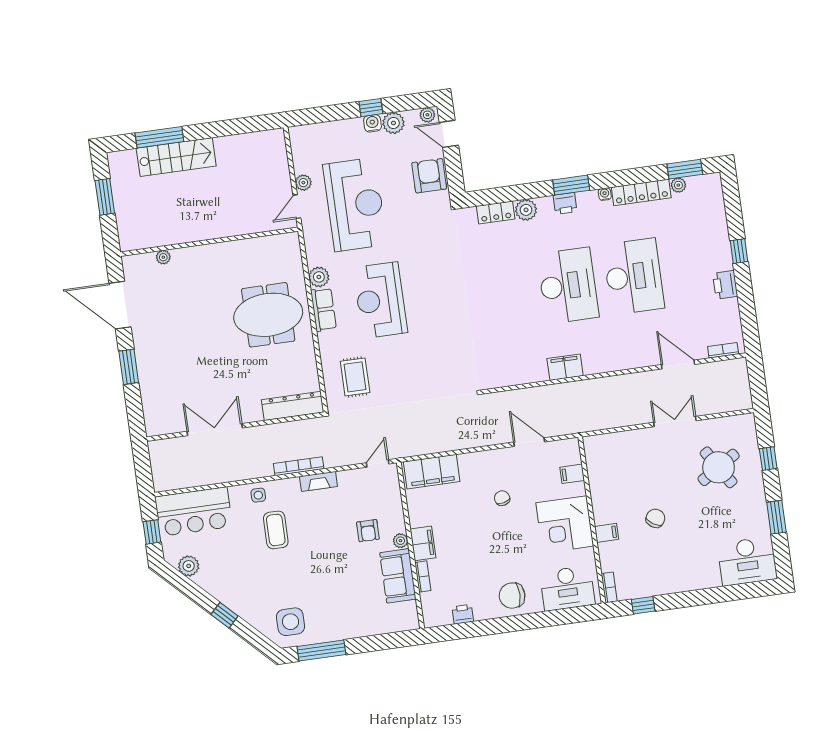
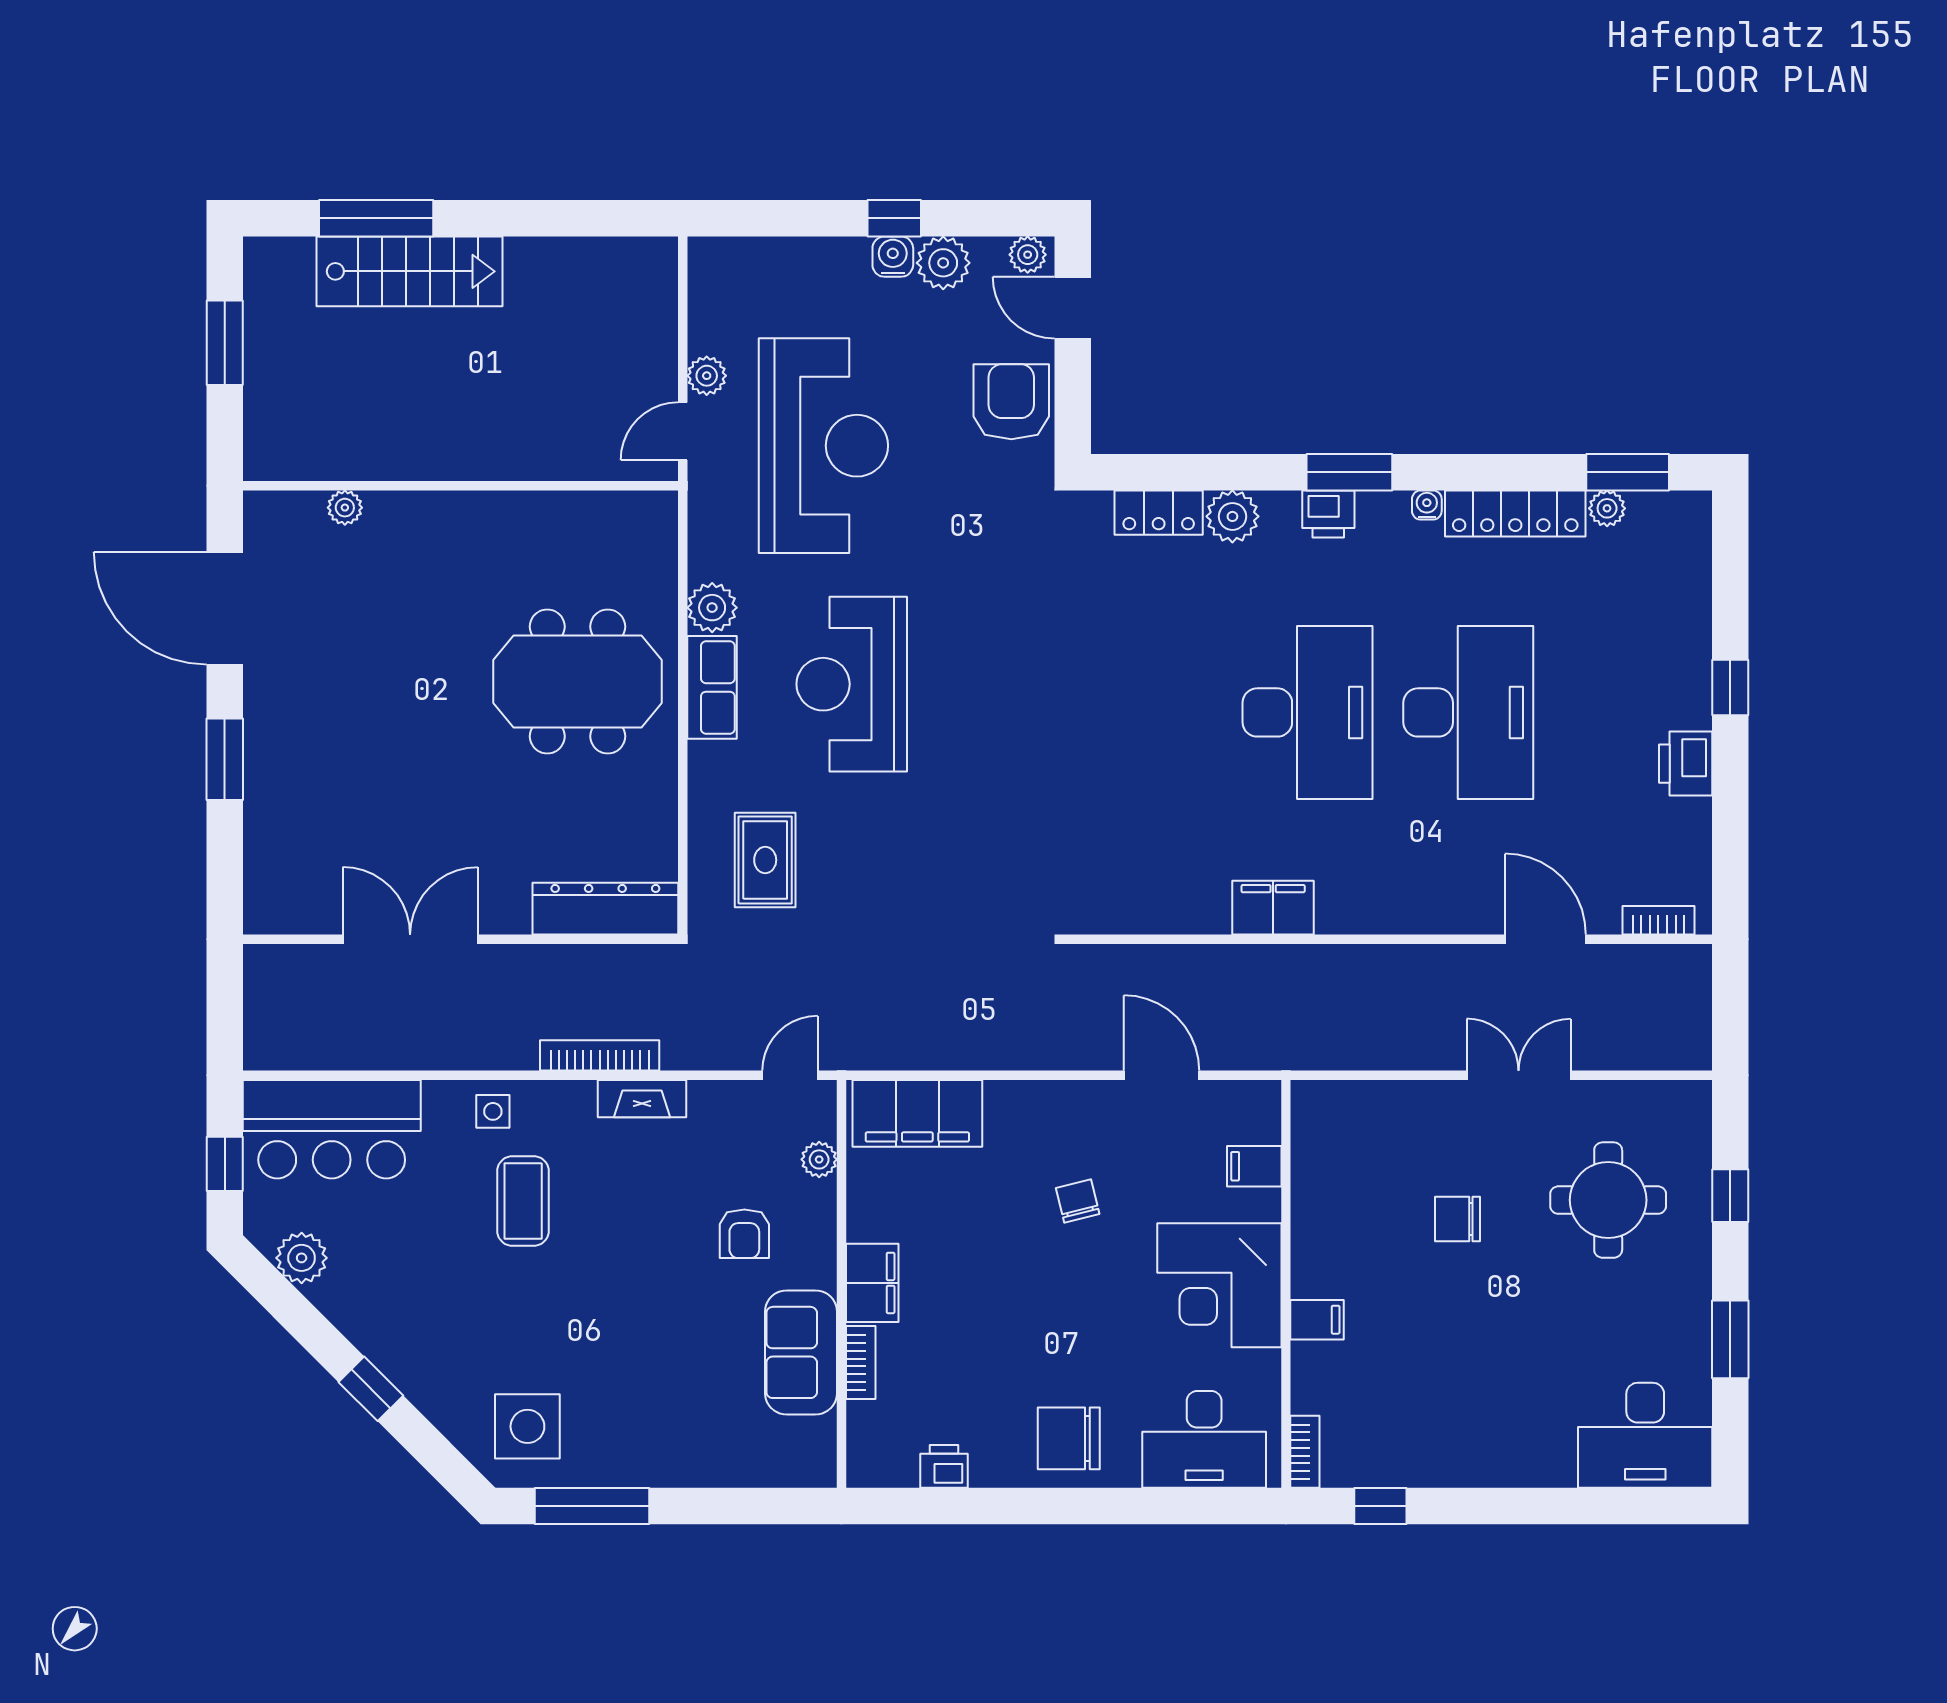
round table: (719, 467) -> (1608, 1200), turned 32
chair: (655, 518) -> (1457, 1219), moved, turned -124
plant: (400, 541) -> (819, 1159), moved

